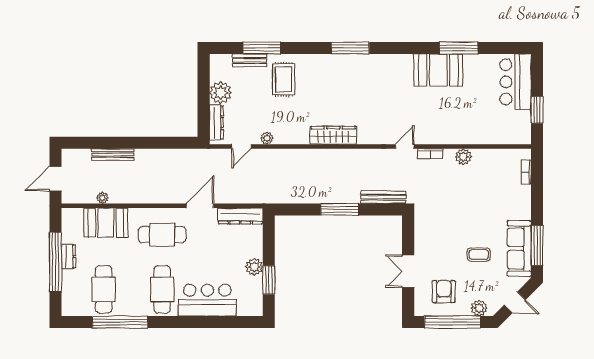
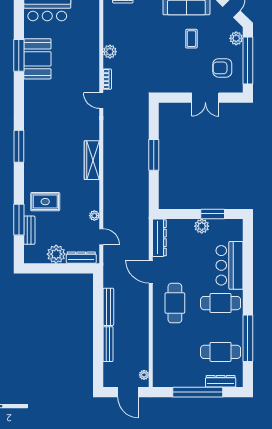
booth: (438, 70) -> (37, 59), moved
bench: (383, 197) -> (108, 307), moved
plant: (102, 198) -> (144, 375), moved
booth: (106, 223) -> (165, 350), removed
dresser: (68, 256) -> (221, 381), moved, width x1.44

